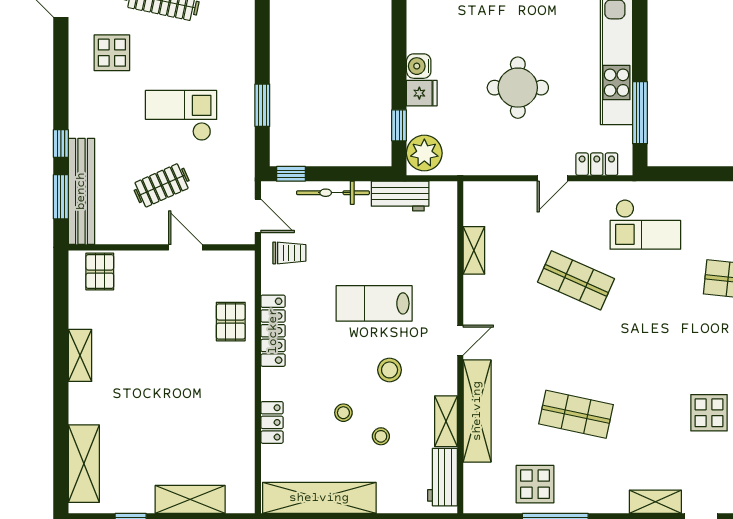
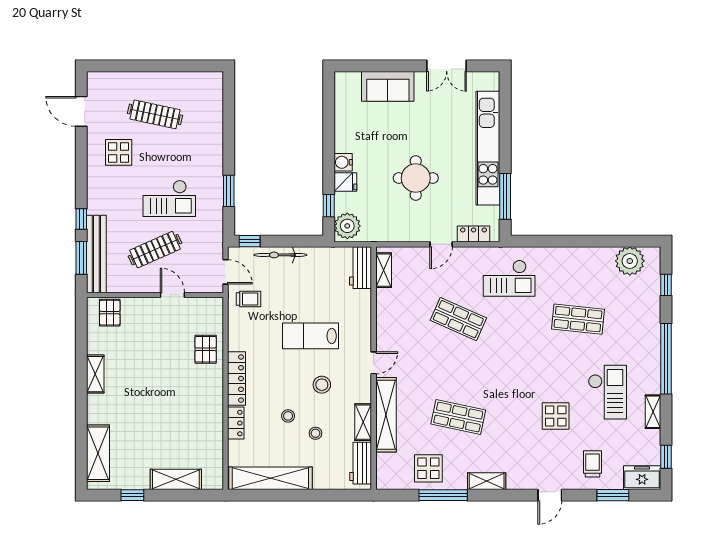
checkout: (181, 115) -> (169, 198), turned 180
clothes rail: (162, 185) -> (155, 250), width x1.36
workbench: (400, 196) -> (361, 268), moved, turned 90
shelving: (474, 250) -> (384, 270), moved
locker: (273, 331) -> (237, 379), moved
shelving: (655, 502) -> (487, 481), moved

